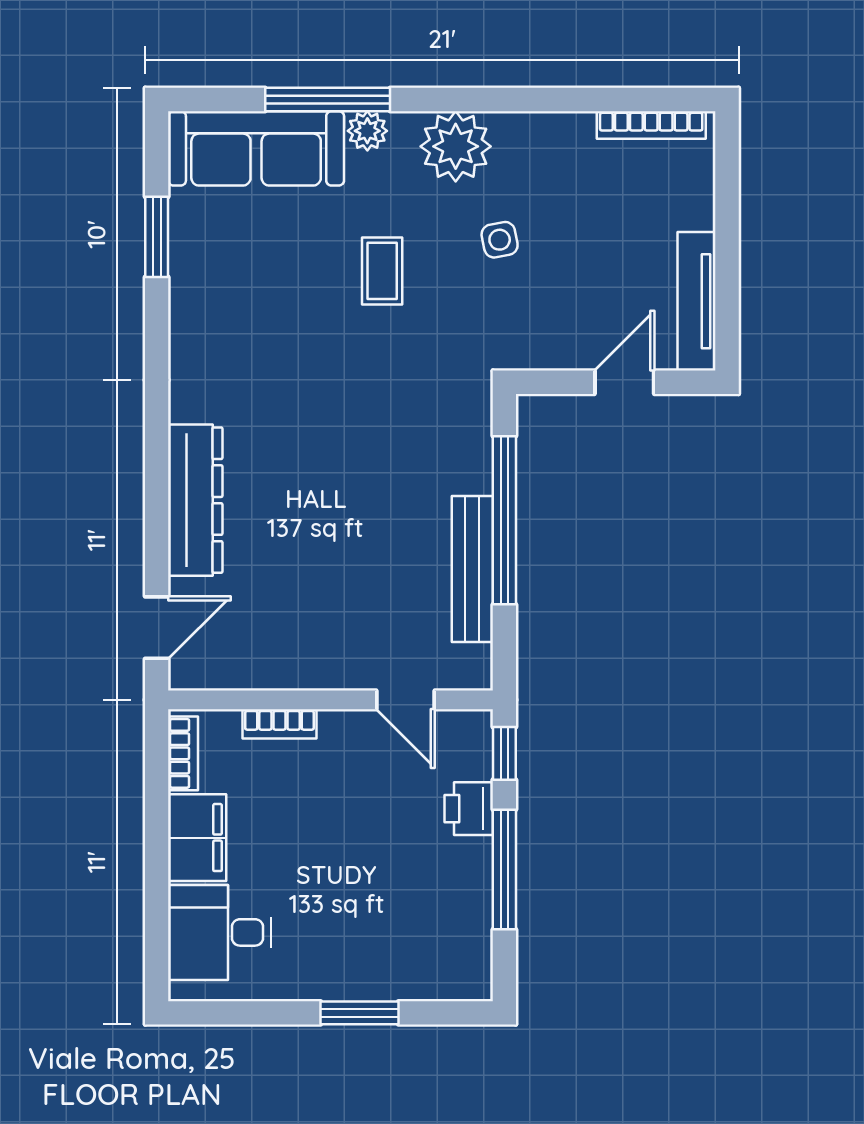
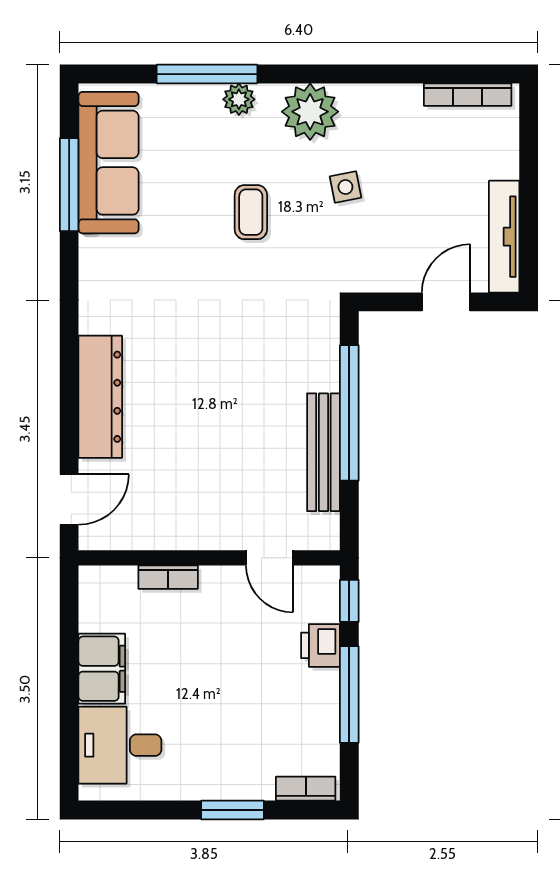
sofa: (256, 148) -> (109, 163), moved, turned -90
window: (157, 237) -> (69, 185), width x1.44
bookcase: (183, 753) -> (306, 789), moved, turned -90

